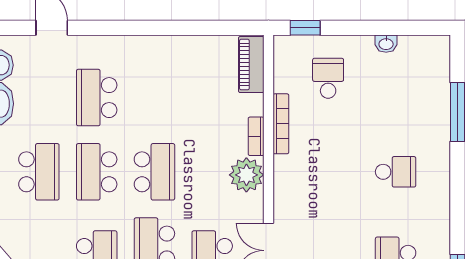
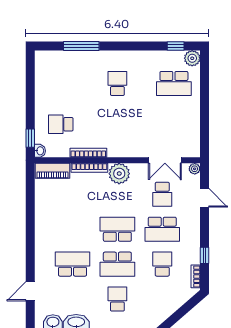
washbasin: (386, 44) -> (40, 151), moved
school desk: (97, 98) -> (73, 264), turned 180
bookcase: (256, 136) -> (89, 168), width x1.56
school desk: (39, 172) -> (117, 299), width x0.54

